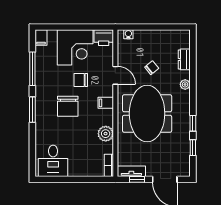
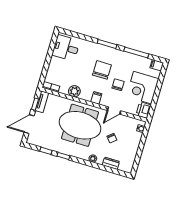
chair: (68, 106) -> (102, 70), turned 90

